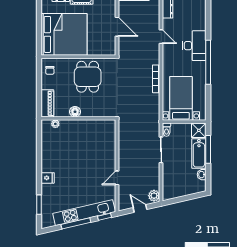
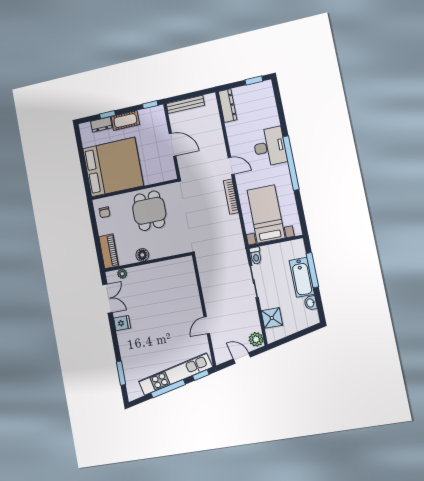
door: (161, 37) -> (231, 166), moved
shower: (199, 130) -> (272, 318), moved
double door: (39, 142) -> (107, 299), added
fridge: (48, 178) -> (122, 323), moved

